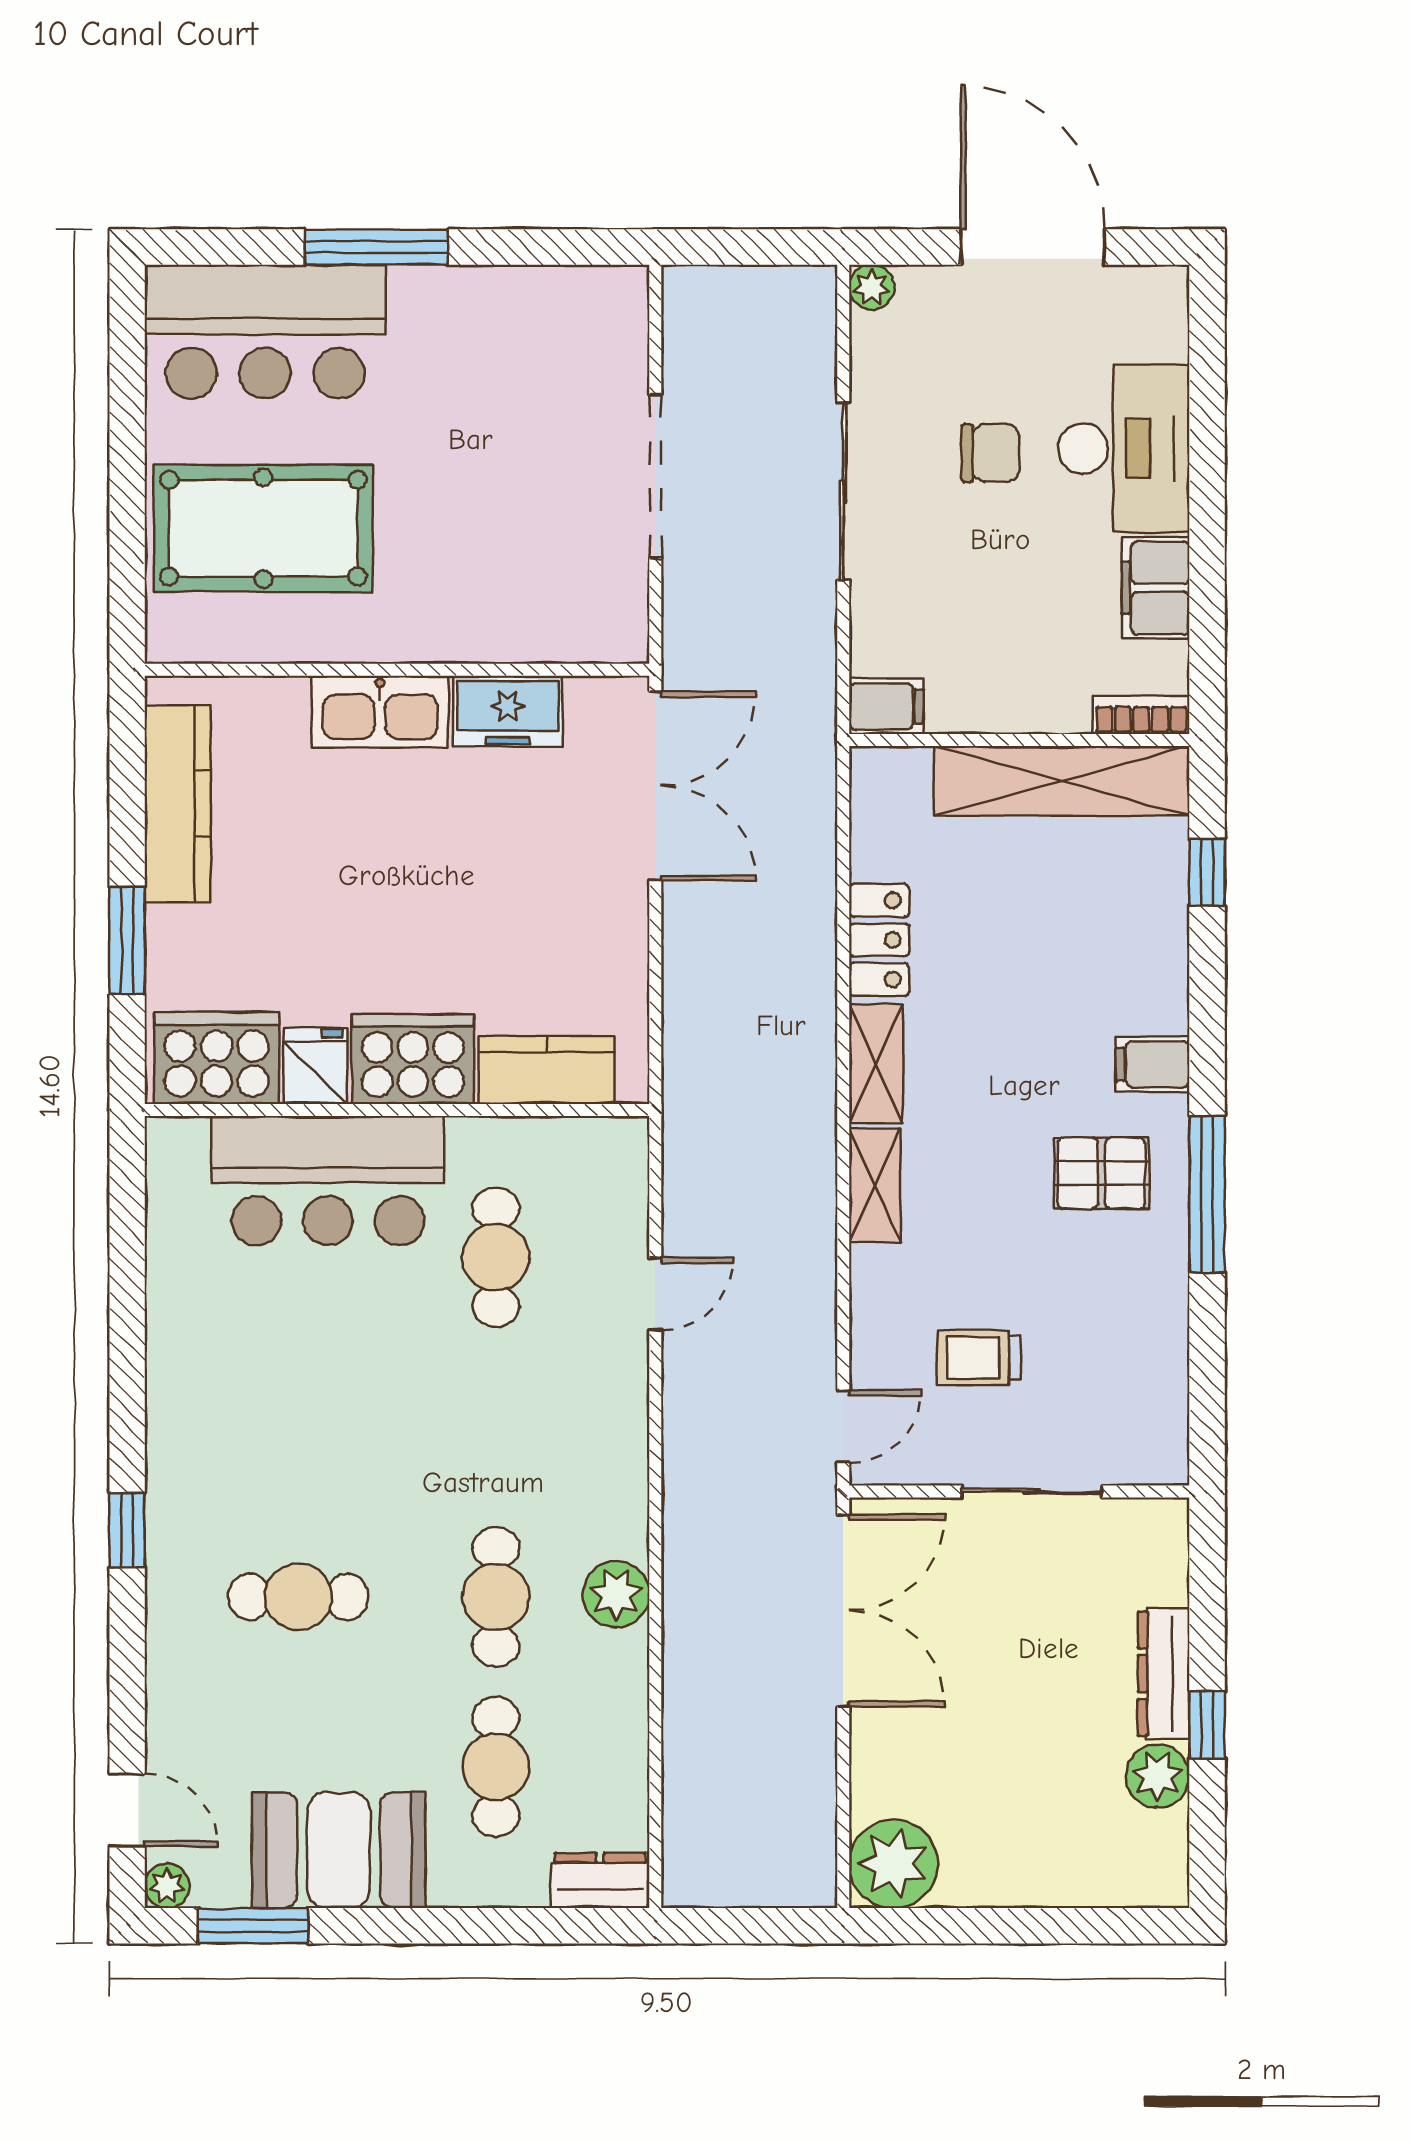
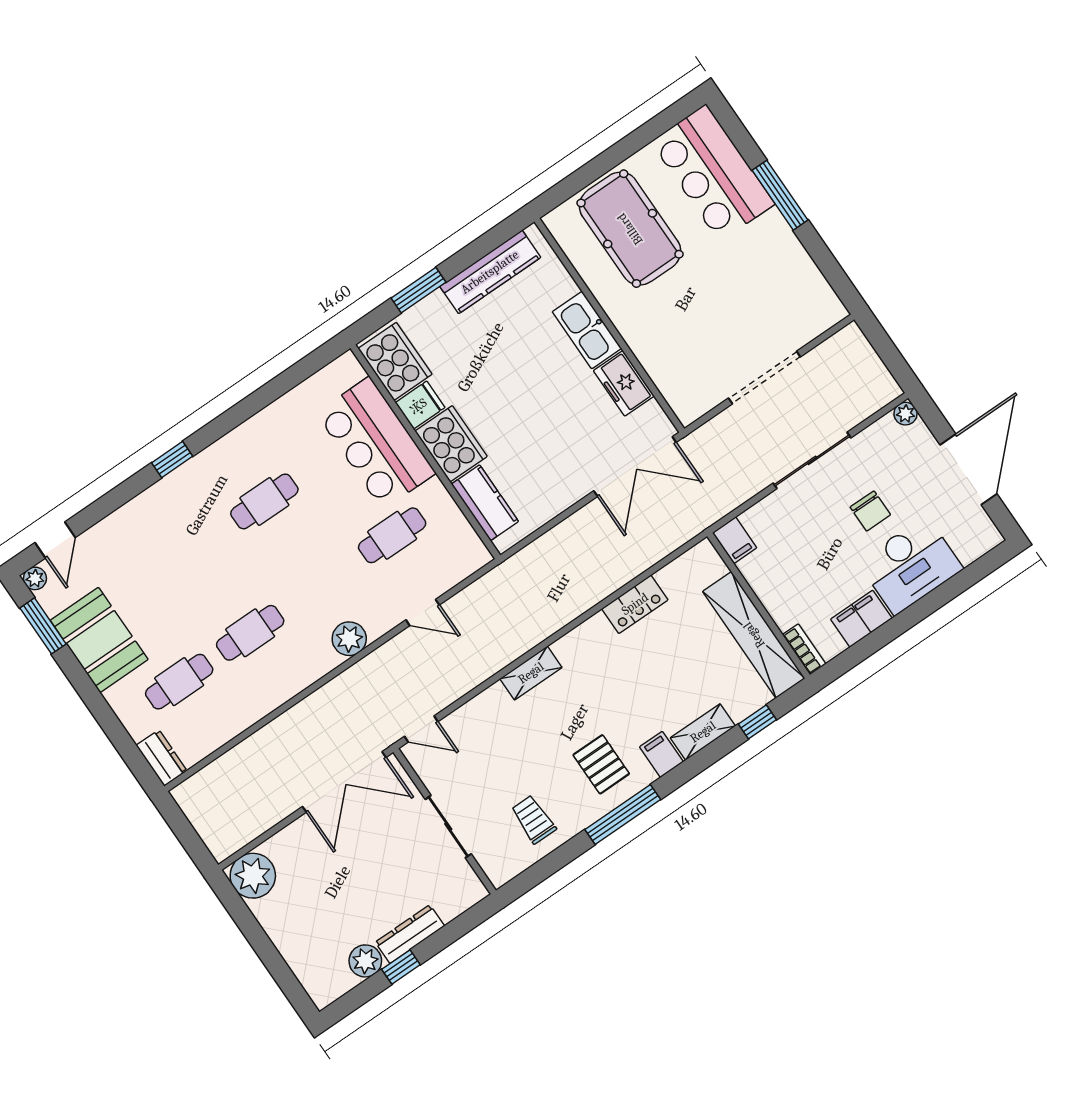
shelving: (876, 1064) -> (703, 732), moved
trolley: (979, 1358) -> (534, 819), moved
plant: (616, 1594) -> (349, 639), moved
cafe table: (298, 1597) -> (264, 501), moved, turned 90

